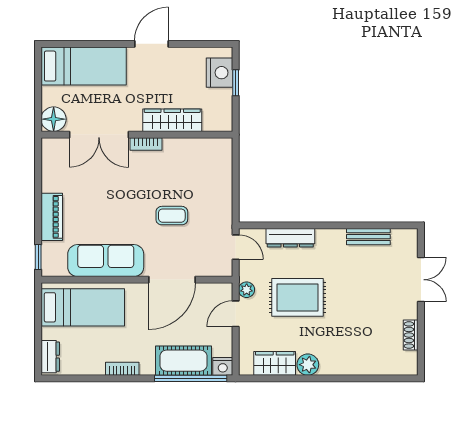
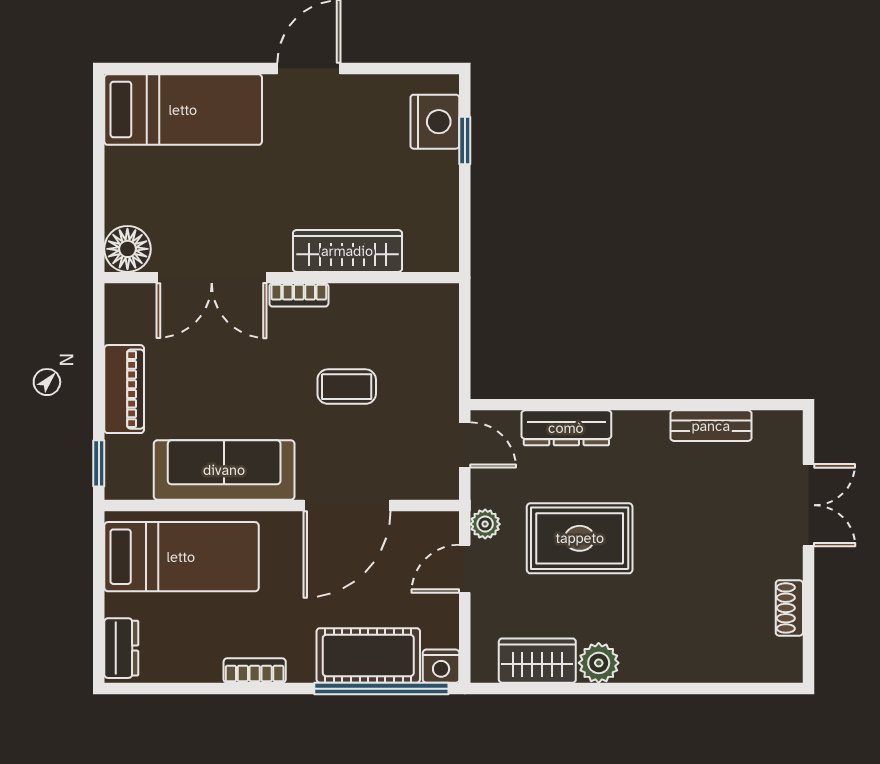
floor lamp: (54, 119) -> (127, 249), moved
wardrobe: (172, 120) -> (347, 251), moved
double door: (99, 135) -> (212, 278), moved
wall: (137, 135) -> (282, 278), moved
bookcase: (146, 144) -> (299, 295), moved

